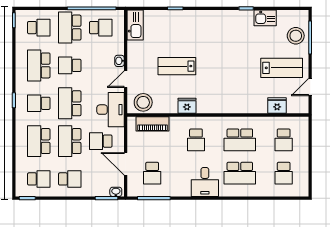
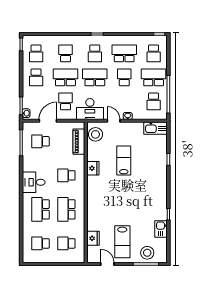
school desk: (39, 103) -> (95, 53), turned 180
school desk: (39, 141) -> (65, 53), width x0.54

